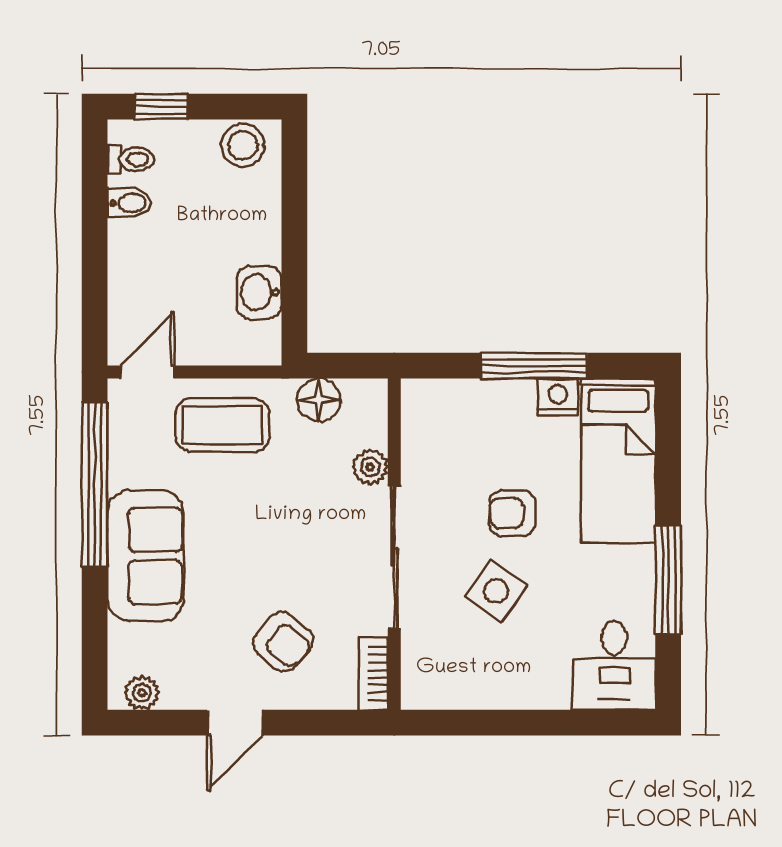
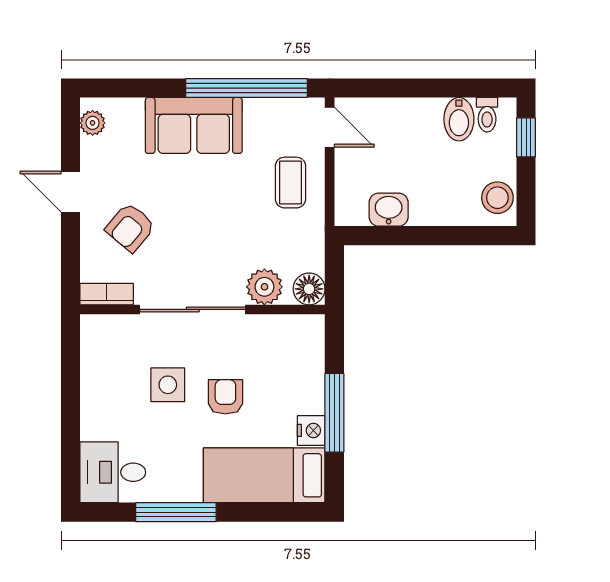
bidet: (129, 203) -> (459, 119), width x1.38, depth x1.36
floor lamp: (319, 400) -> (309, 289), moved
coffee table: (222, 425) -> (290, 183), width x0.73, depth x0.77
plant: (370, 467) -> (264, 287), width x1.38, depth x1.38
side table: (496, 591) -> (168, 385), turned -35

